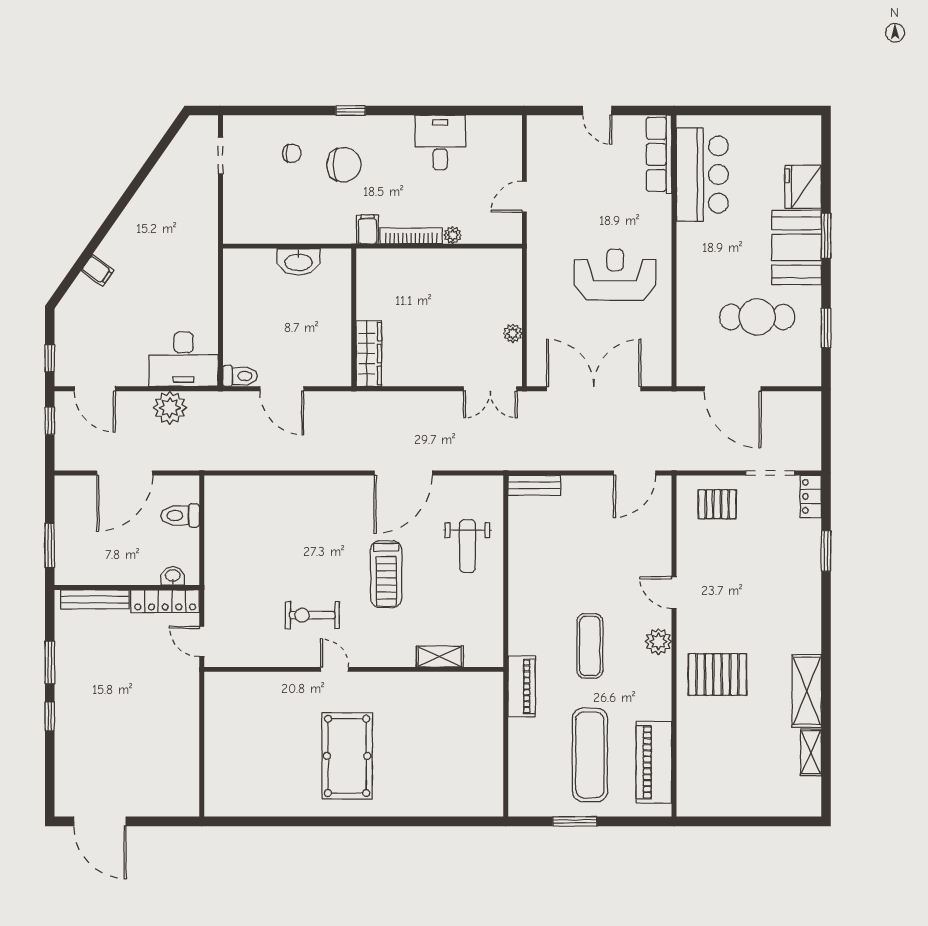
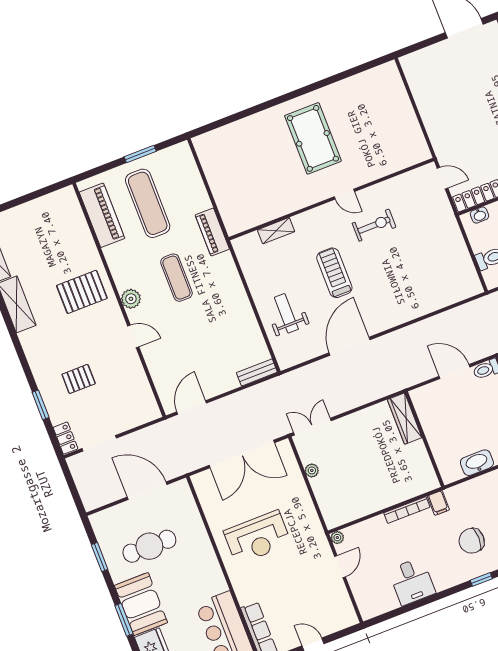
plant: (453, 235) -> (337, 538), moved
pallet: (717, 504) -> (79, 379), moved

